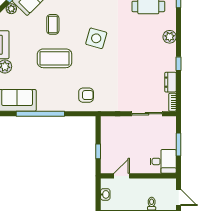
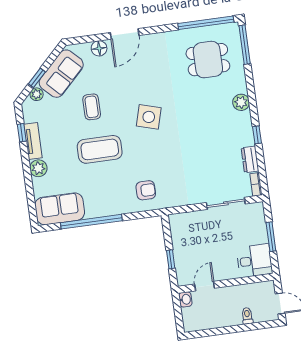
washbasin: (105, 194) -> (185, 299), moved

